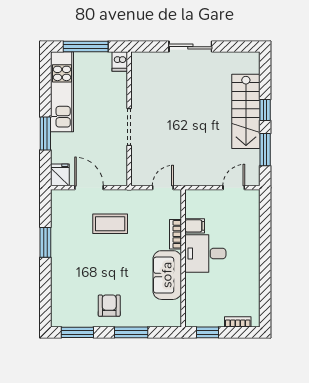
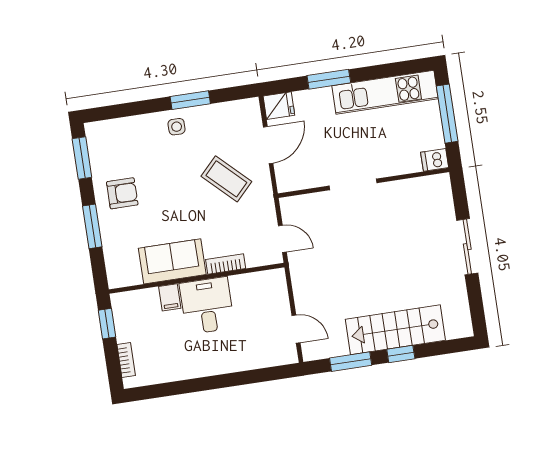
coffee table: (110, 224) -> (226, 179), turned -46
filing cabinet: (195, 226) -> (170, 297), moved
side table: (64, 256) -> (177, 127), added

